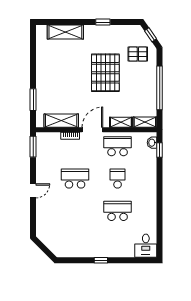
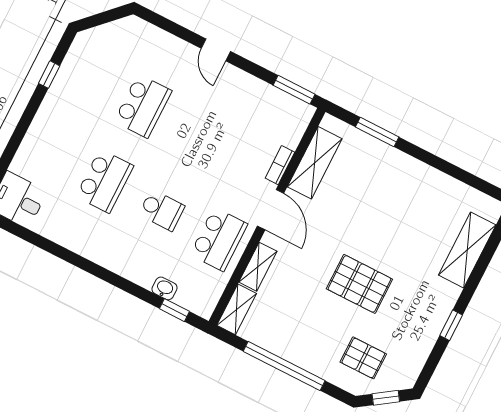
pallet: (138, 54) -> (363, 358), turned 90
pallet: (105, 73) -> (359, 284), width x0.73, depth x0.71
washbasin: (152, 143) -> (165, 288), moved
school desk: (75, 179) -> (143, 106), moved
window: (101, 260) -> (49, 75), moved

